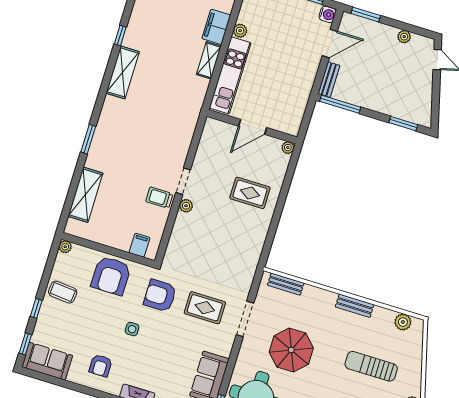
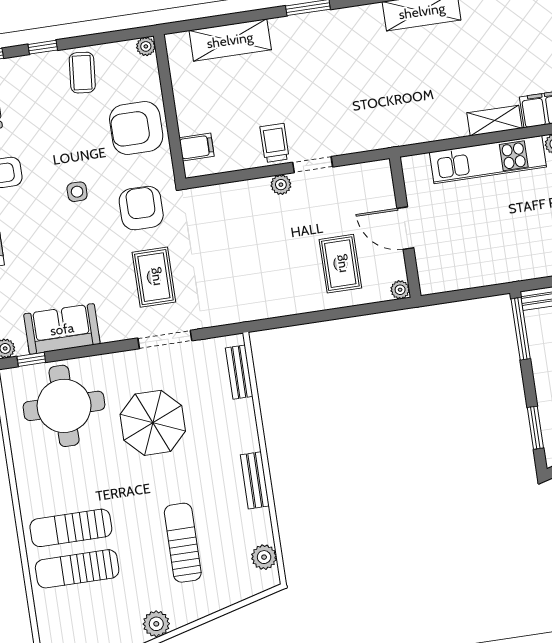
wall: (252, 127) -> (405, 227), moved
door: (253, 127) -> (405, 228), moved
plant: (288, 148) -> (400, 290), moved

